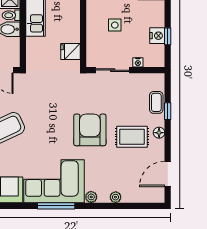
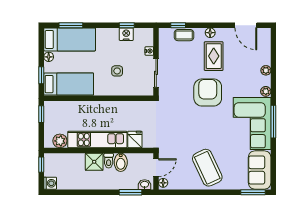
fridge: (71, 51) -> (135, 139), moved, turned 180
window: (168, 111) -> (178, 25), moved
armchair: (90, 130) -> (208, 93), turned 90

